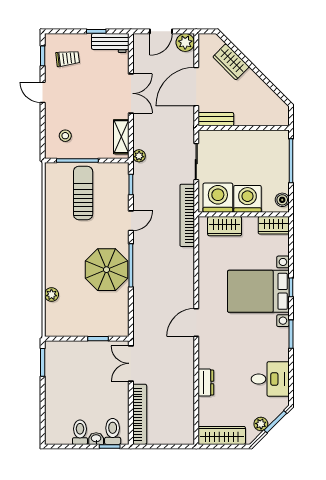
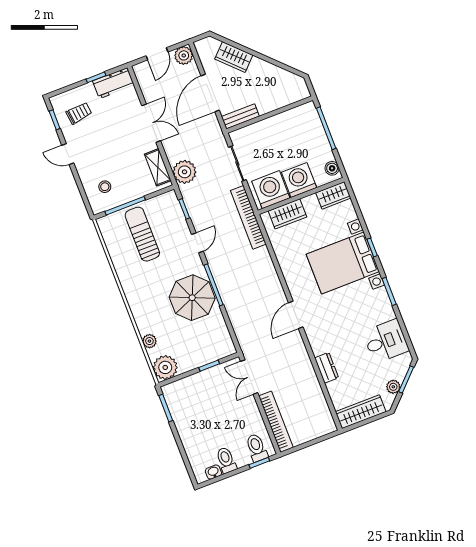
plant: (139, 156) -> (185, 172), width x1.88, depth x1.88
plant: (57, 325) -> (165, 367), added
washbasin: (96, 439) -> (213, 472), moved

